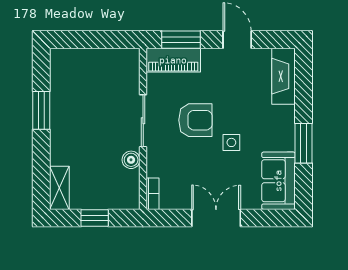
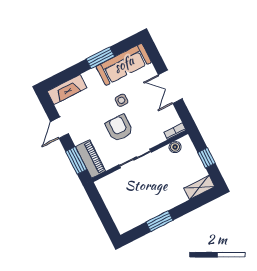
boiler: (131, 160) -> (175, 147), moved
sofa: (278, 181) -> (124, 64), width x1.36

